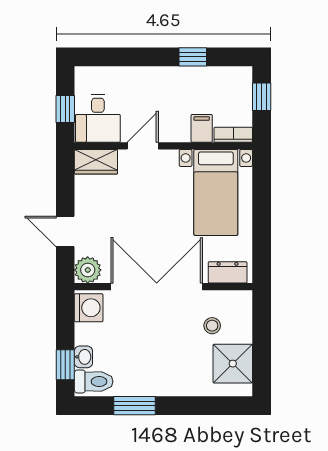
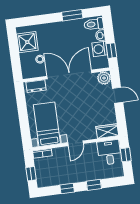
window: (138, 57) -> (94, 185), added
filing cabinet: (202, 128) -> (58, 154), removed
door: (143, 146) -> (76, 143), moved
double door: (157, 287) -> (69, 74), swing flipped
washing machine: (89, 308) -> (100, 49), moved
window: (65, 365) -> (111, 51), moved

